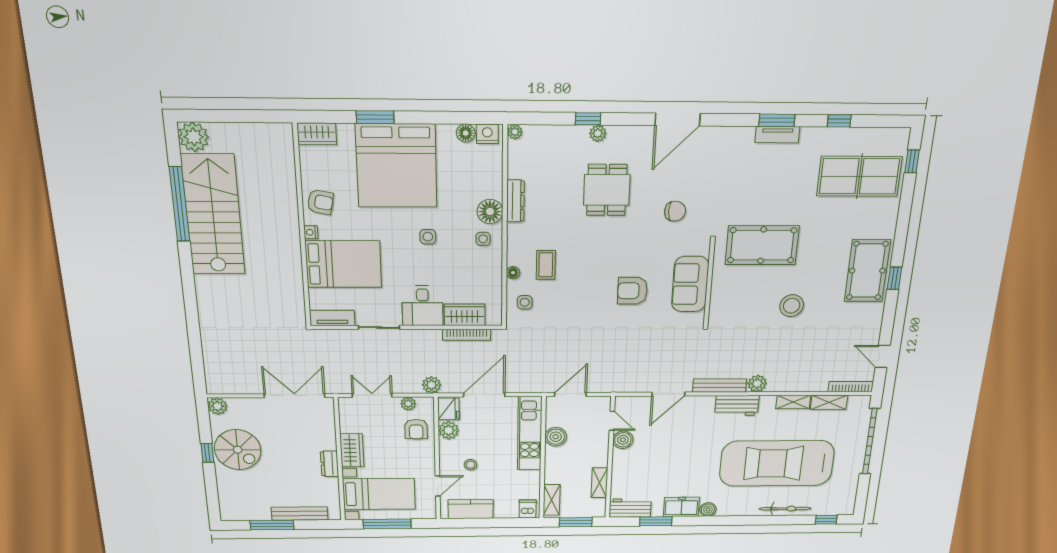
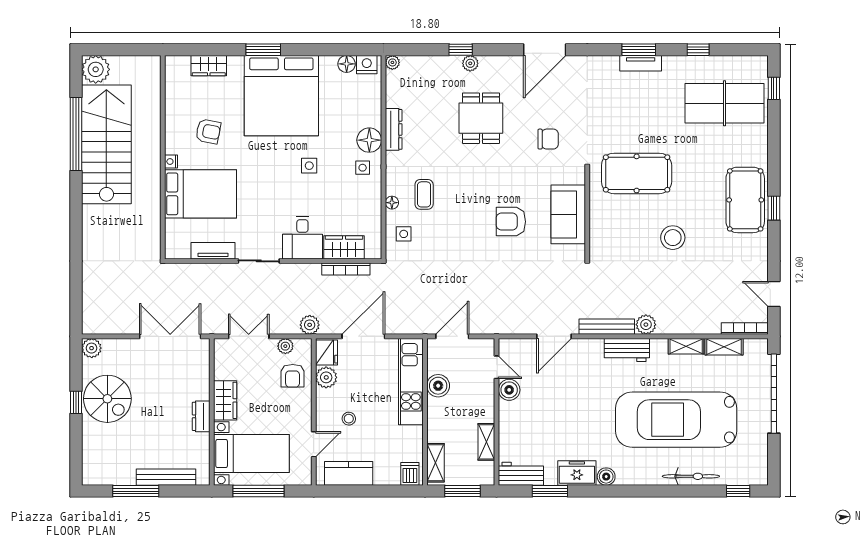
wall: (302, 228) -> (163, 157), moved
nightstand: (311, 232) -> (171, 162), moved
bed: (343, 264) -> (200, 194), moved

